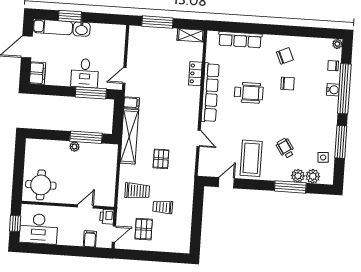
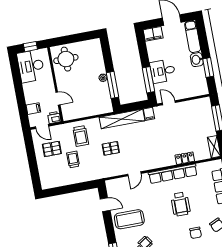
window: (70, 16) -> (208, 67), moved

